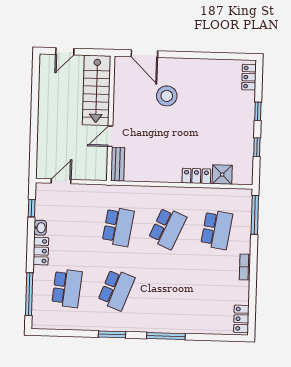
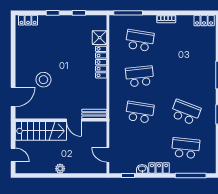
plant: (44, 115) -> (60, 169), added
locker: (196, 176) -> (101, 62), width x1.53
school desk: (167, 228) -> (140, 76), turned -30

